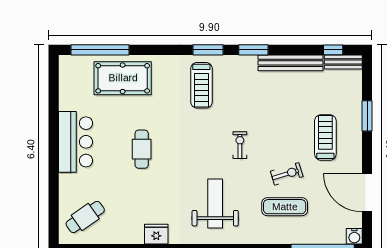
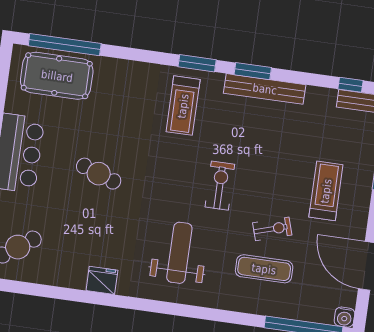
bench: (291, 63) -> (265, 89), moved
pool table: (123, 78) -> (57, 76), moved
exercise bike: (240, 145) -> (220, 186), width x1.38, depth x1.39
cafe table: (142, 149) -> (99, 174), turned -70

